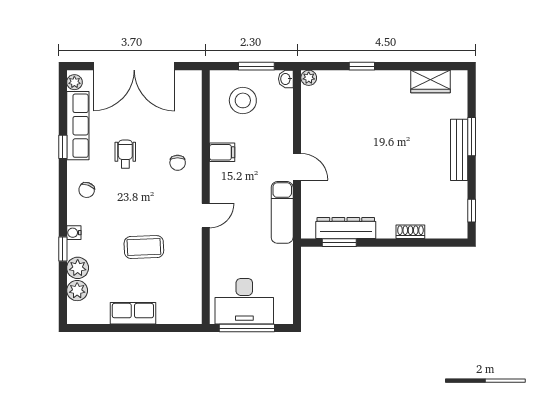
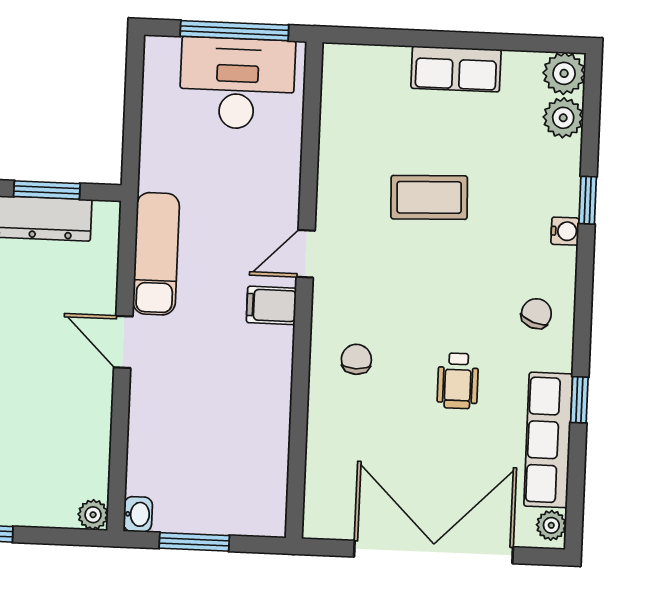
stool: (243, 100) -> (224, 476), removed
filing cabinet: (222, 152) -> (271, 305), moved
plant: (78, 268) -> (564, 73), moved

